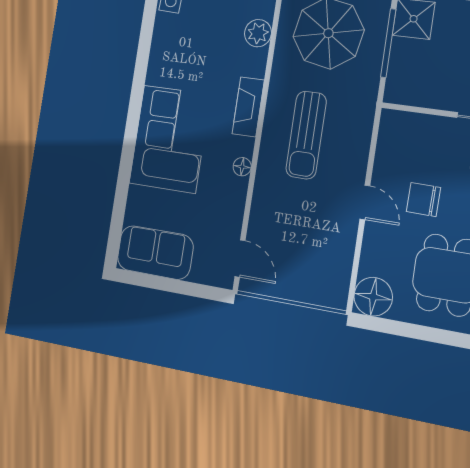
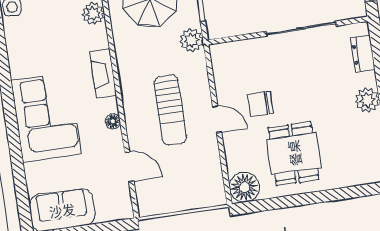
plant: (362, 97) -> (191, 40), added
sun lounger: (306, 135) -> (170, 110), moved
door: (240, 259) -> (129, 167), moved

